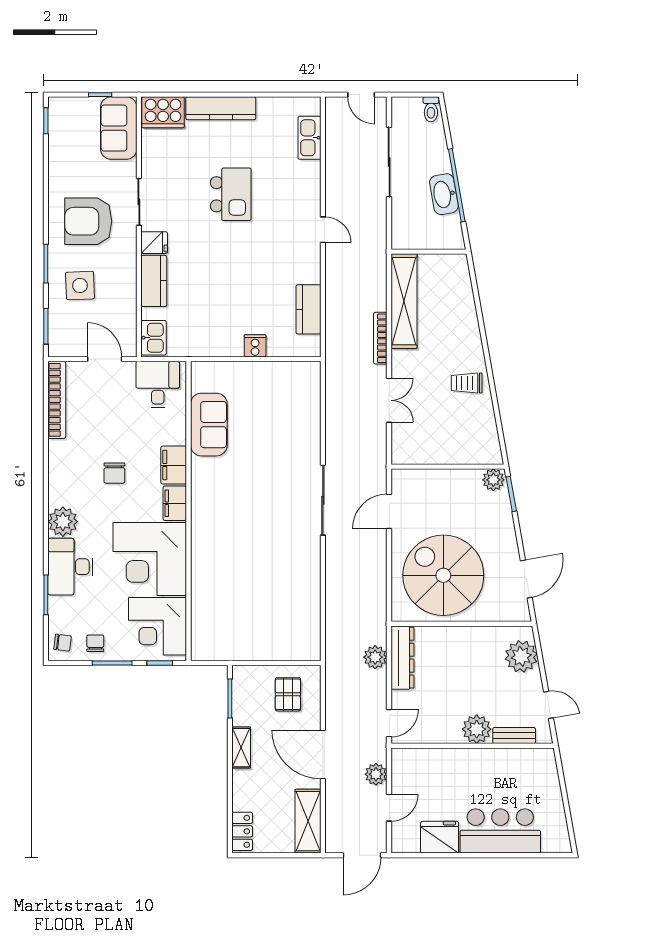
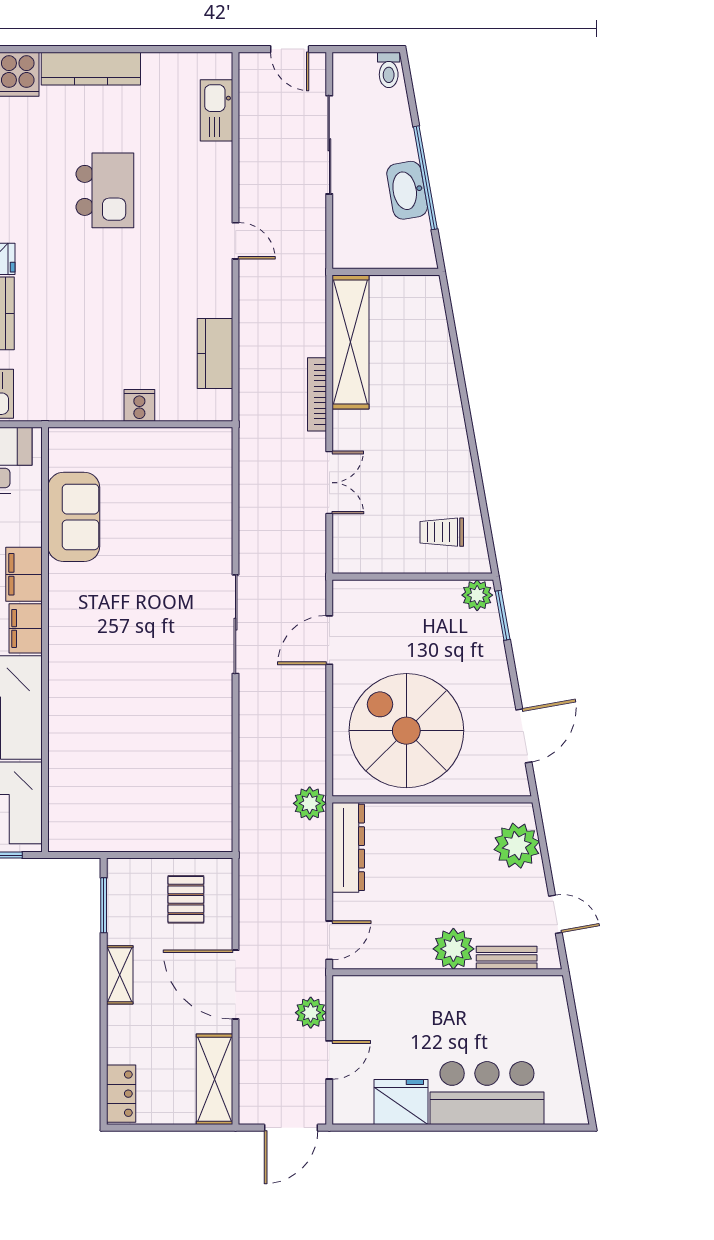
trolley: (467, 383) -> (442, 532), moved
plant: (375, 657) -> (310, 803), moved

